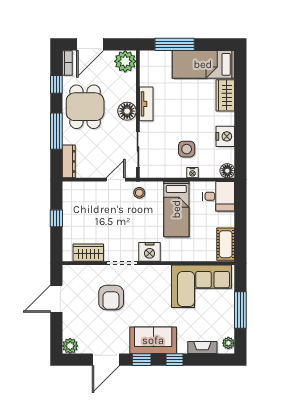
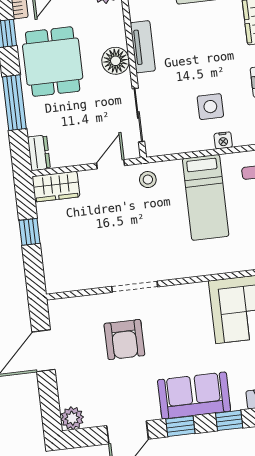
dresser: (69, 161) -> (39, 153), width x0.70
nightstand: (150, 252) -> (173, 265), removed
wardrobe: (88, 253) -> (56, 187), moved, turned 180

